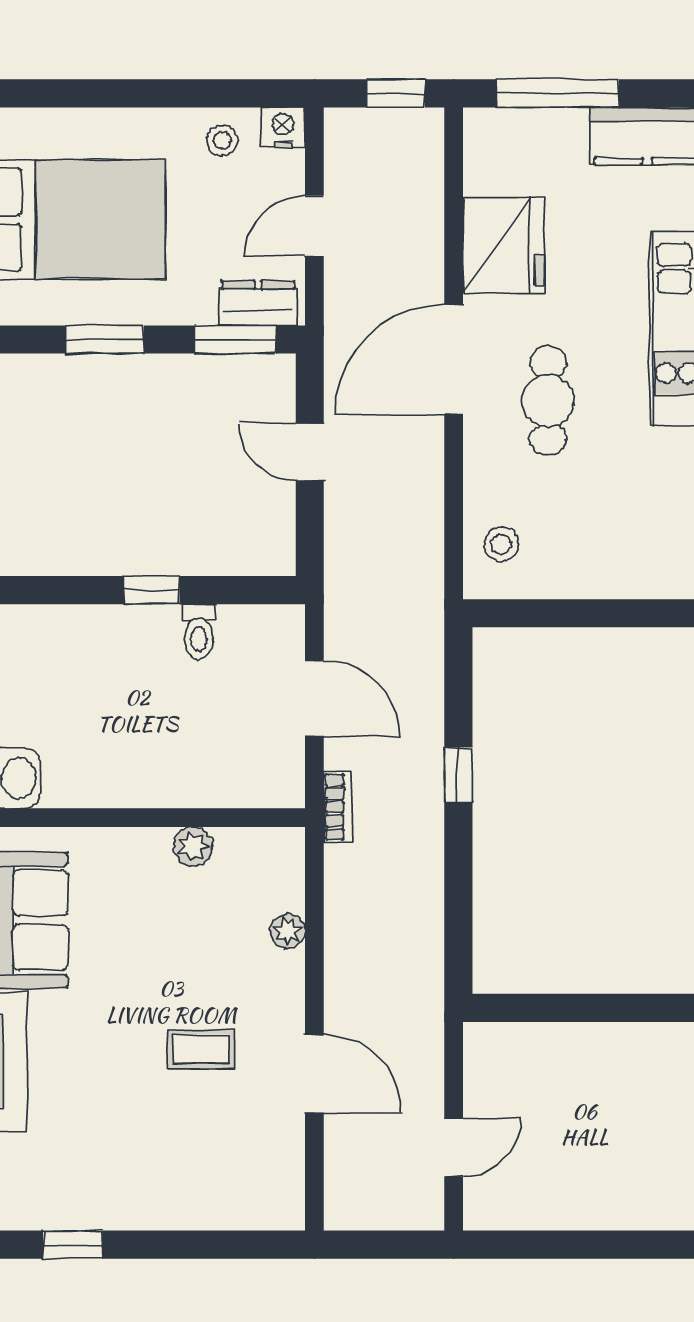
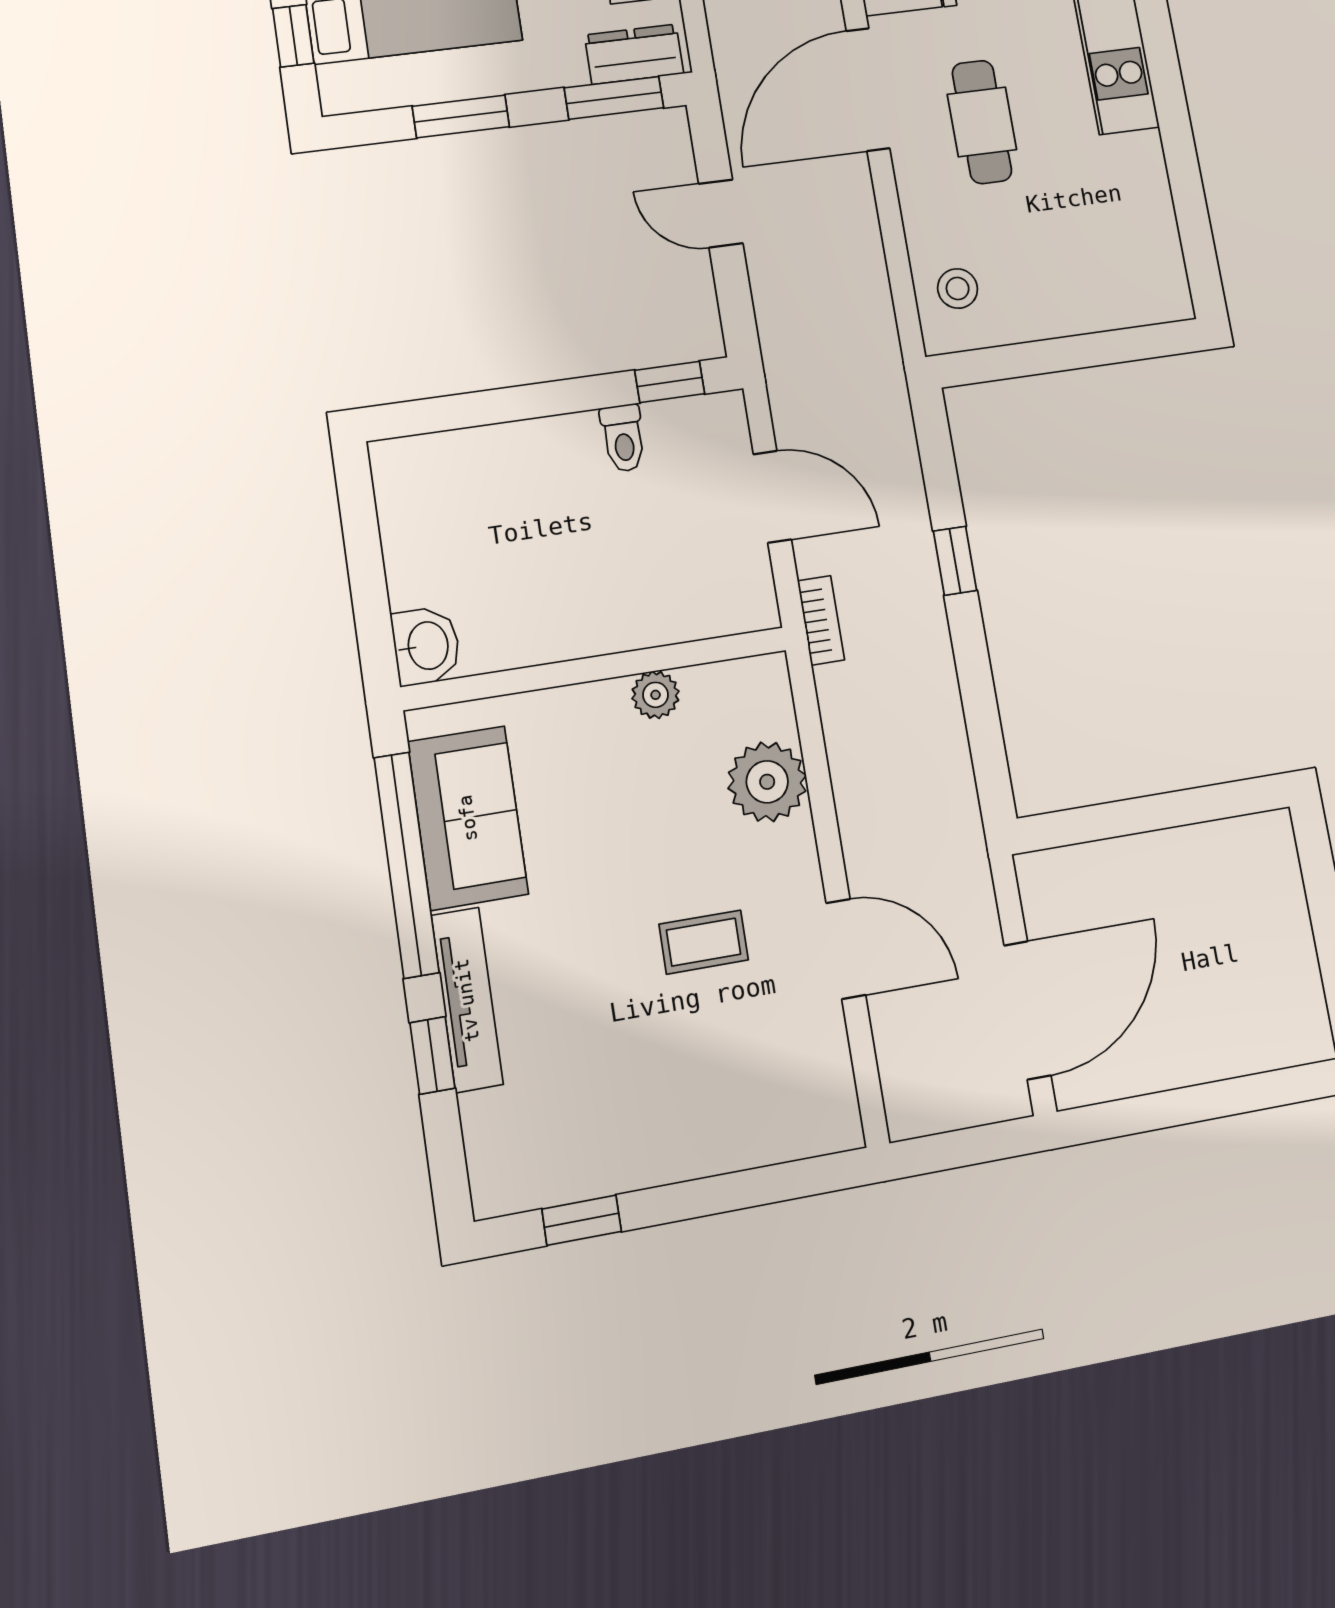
window: (152, 590) -> (670, 382), moved
plant: (288, 931) -> (767, 782), width x1.87, depth x1.87
door: (454, 1147) -> (1027, 1010), width x1.88

